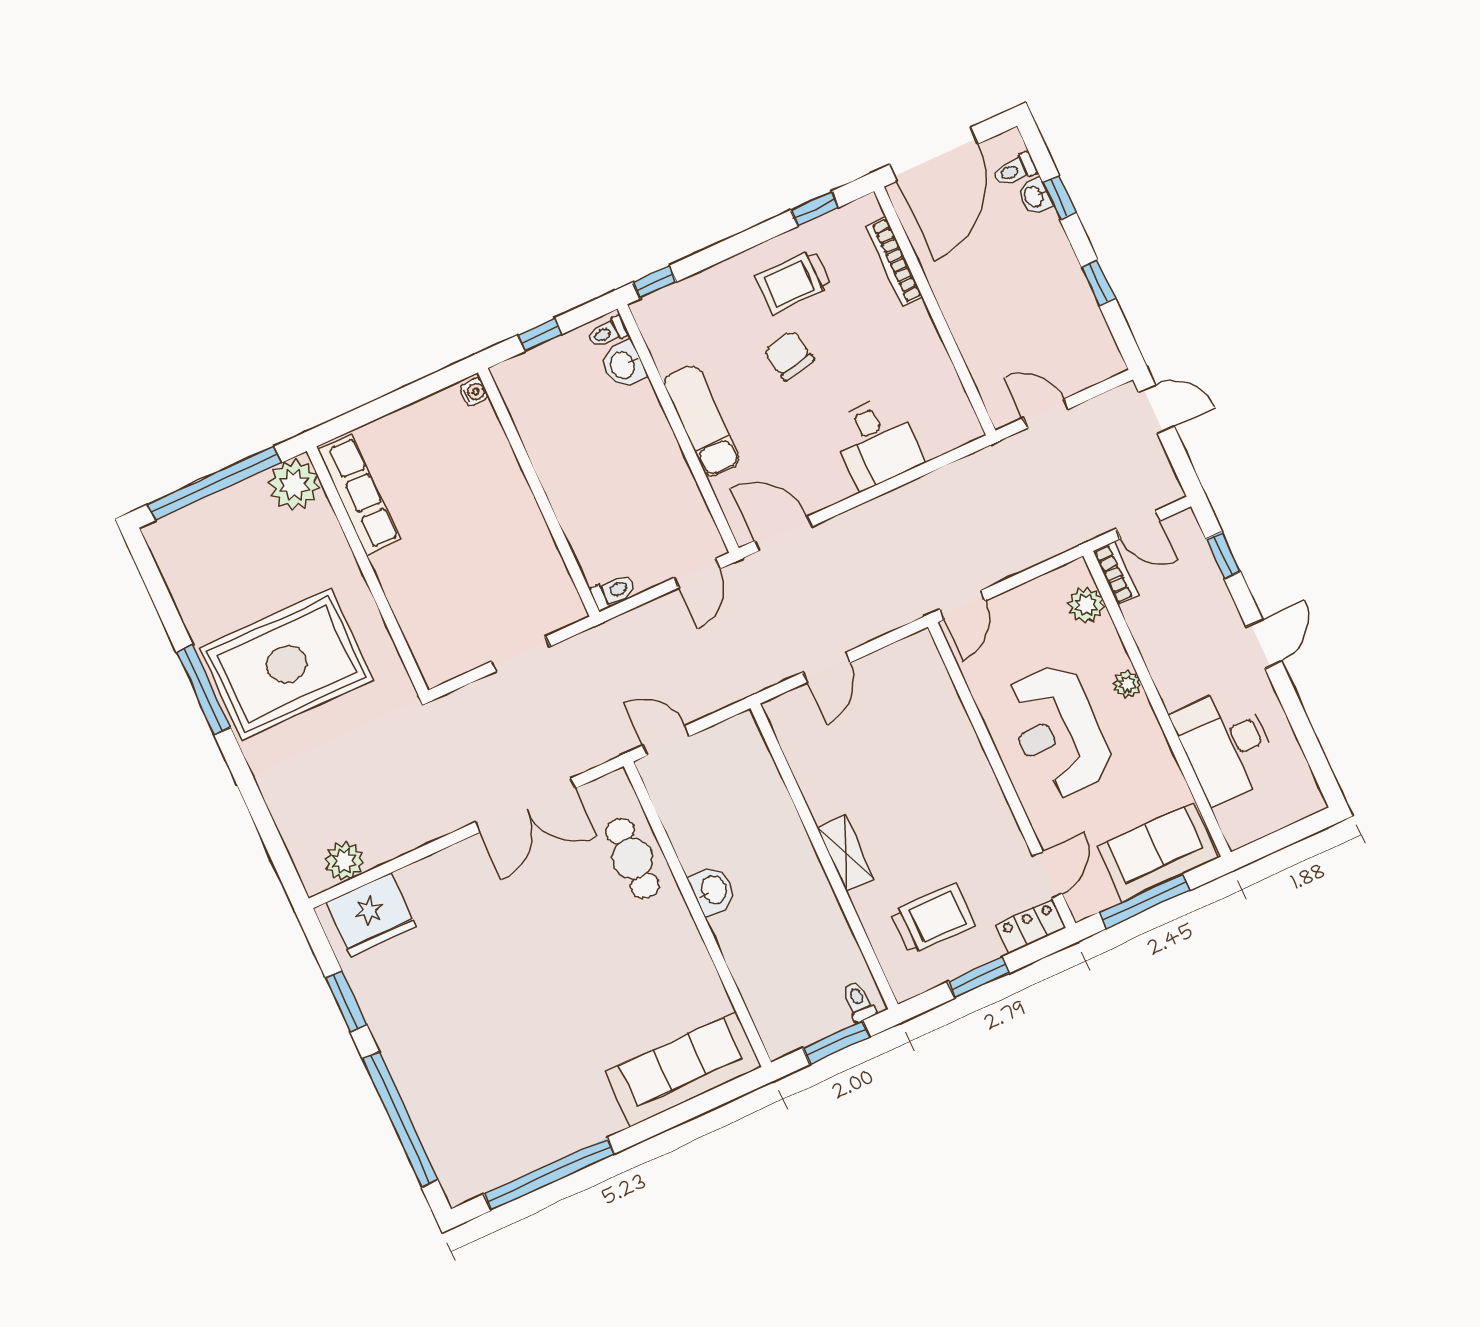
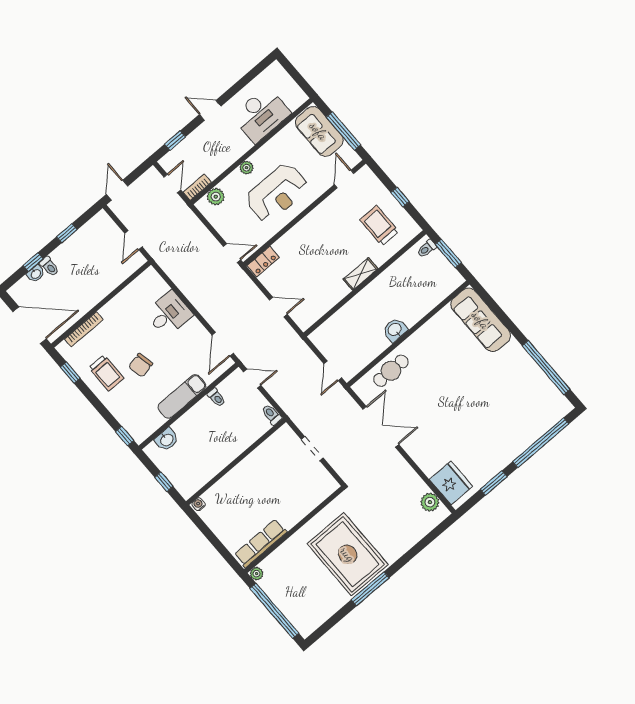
toilet: (1015, 170) -> (49, 266), moved
toilet: (608, 332) -> (216, 397), moved
plant: (294, 485) -> (257, 574), width x0.53, depth x0.53
door: (1047, 875) -> (344, 179), hinge flipped
locker: (1031, 926) -> (263, 262), moved, turned -90
window: (979, 977) -> (400, 197), width x0.67

